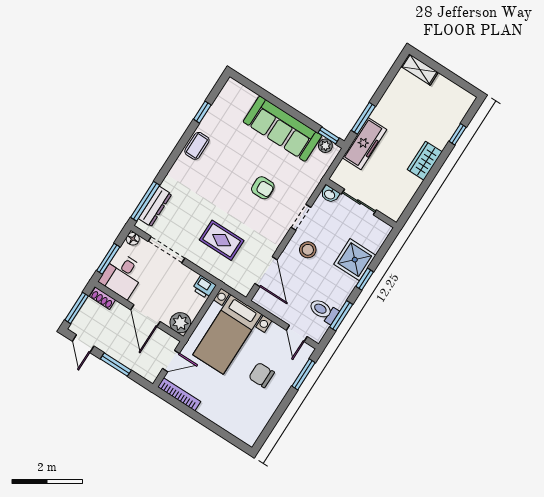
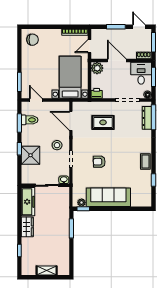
shelving: (420, 69) -> (47, 271), moved
freezer: (365, 144) -> (28, 202), moved, turned 180
chair: (261, 375) -> (33, 40), moved

